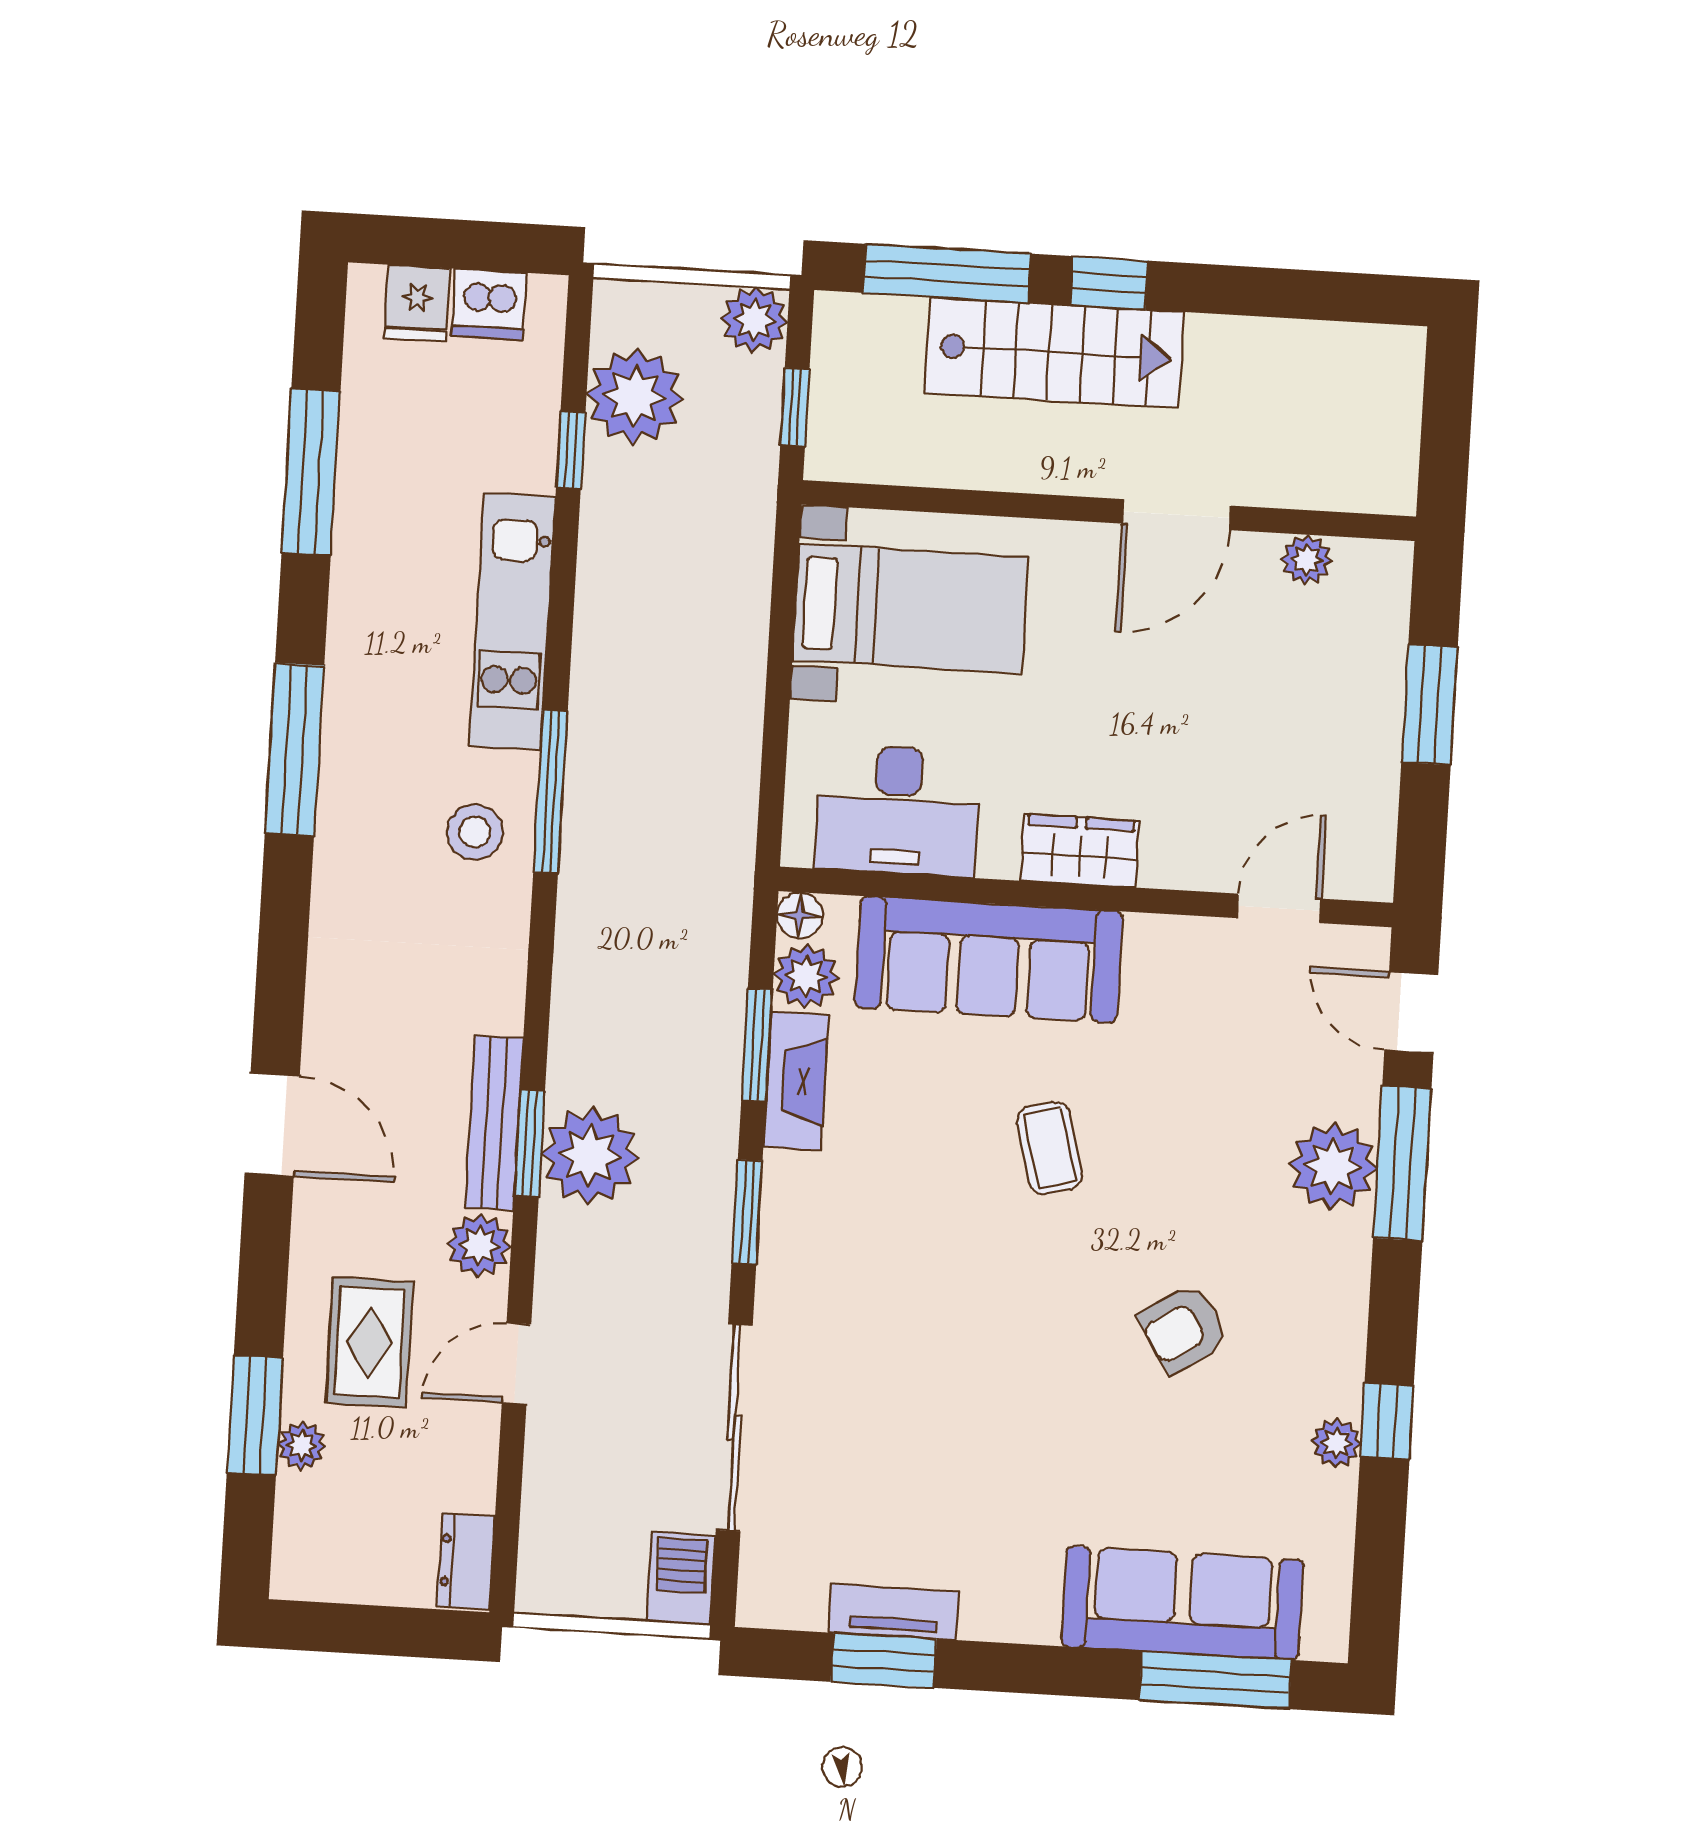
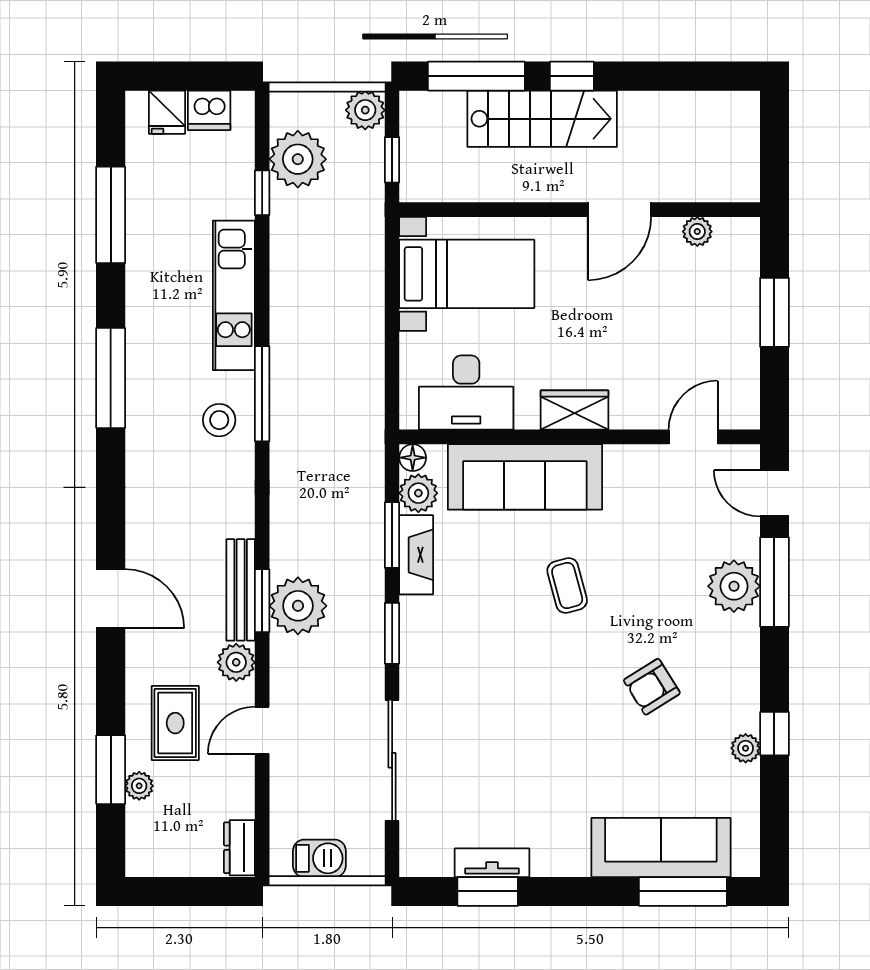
barbecue: (681, 1579) -> (319, 858), moved, turned 90

